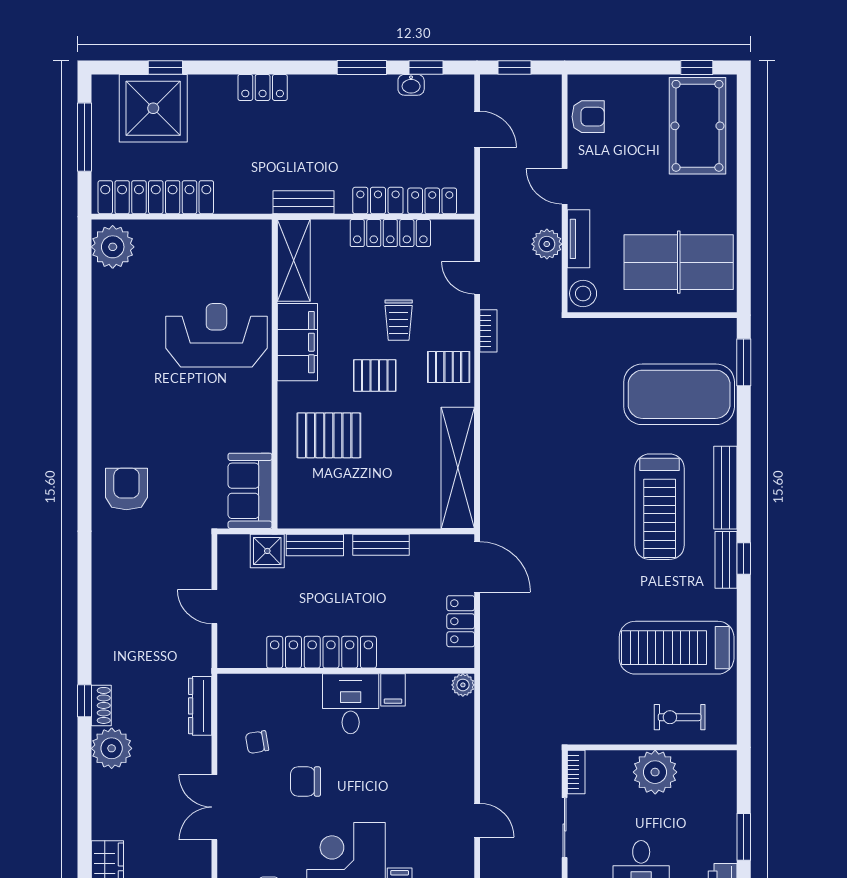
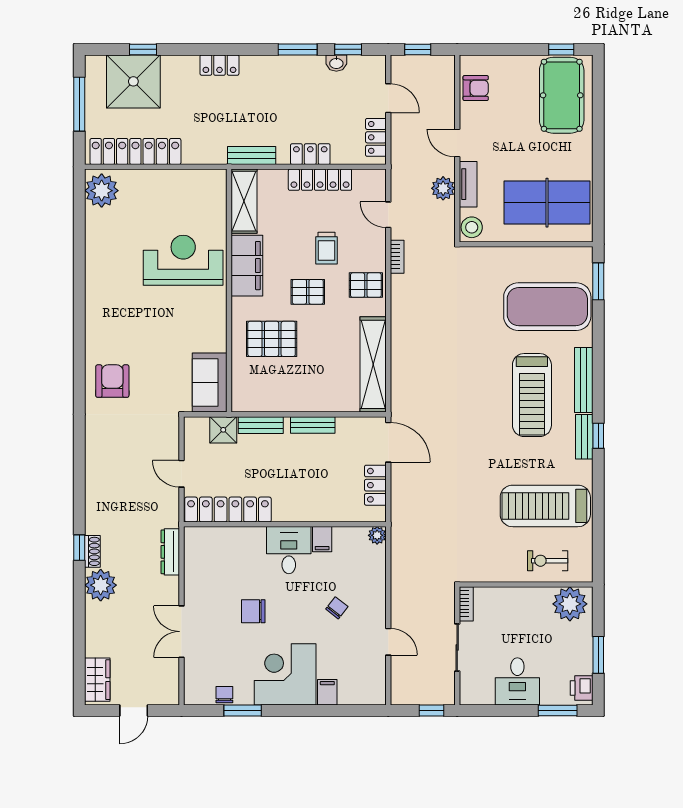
locker: (432, 201) -> (376, 137), moved, turned -90
locker: (322, 652) -> (228, 510), moved
chair: (257, 742) -> (337, 608), moved, turned 138
plant: (655, 772) -> (570, 604), moved

